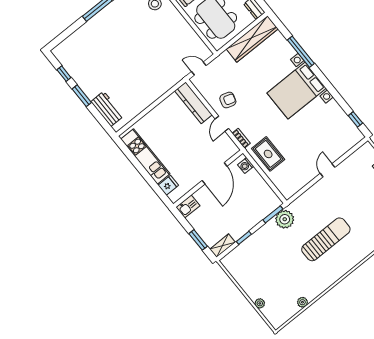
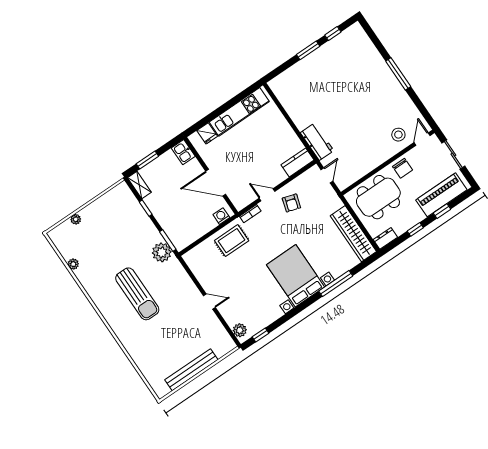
kitchen counter: (193, 103) -> (298, 162), width x0.67
workbench: (107, 109) -> (317, 142), moved, turned -90
plant: (353, 139) -> (240, 330), added

